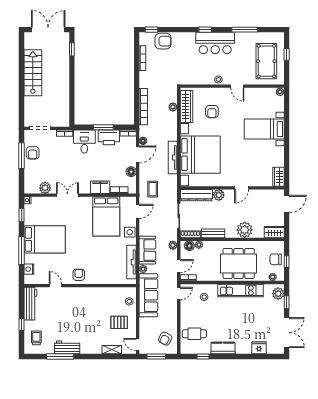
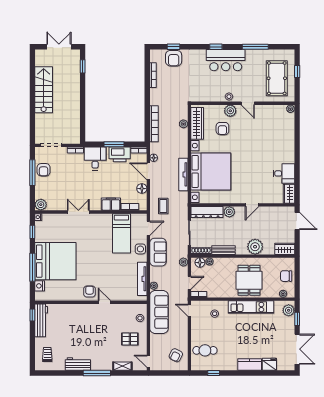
double door: (48, 30) -> (59, 47), width x0.73
window: (152, 30) -> (174, 47), moved
armchair: (163, 41) -> (174, 58), turned 90
plant: (220, 94) -> (230, 111), added
bed with nightstands: (264, 129) -> (275, 146), removed
door: (138, 154) -> (148, 171), swing flipped
desk: (273, 157) -> (284, 173), added
plant: (45, 188) -> (41, 205), moved
door: (287, 204) -> (297, 221), hinge flipped
bed: (106, 216) -> (121, 233), width x0.67
bed: (45, 239) -> (55, 261), width x1.36
sofa: (147, 250) -> (158, 252), moved
window: (287, 262) -> (297, 278), removed
dining table: (239, 263) -> (249, 280), width x0.73
door: (55, 286) -> (104, 302), moved
door: (179, 294) -> (189, 310), swing flipped
window: (22, 324) -> (32, 315), moved
kitchen counter: (223, 348) -> (250, 365), moved
window: (60, 356) -> (97, 373), moved
window: (156, 356) -> (167, 373), removed

